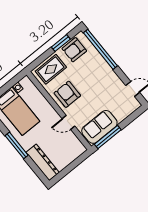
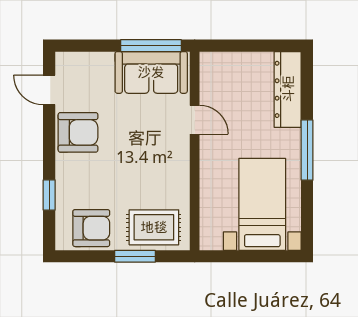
window: (61, 43) -> (135, 256), moved
window: (100, 49) -> (49, 195), width x0.32
armchair: (67, 94) -> (78, 132), moved, turned -90

